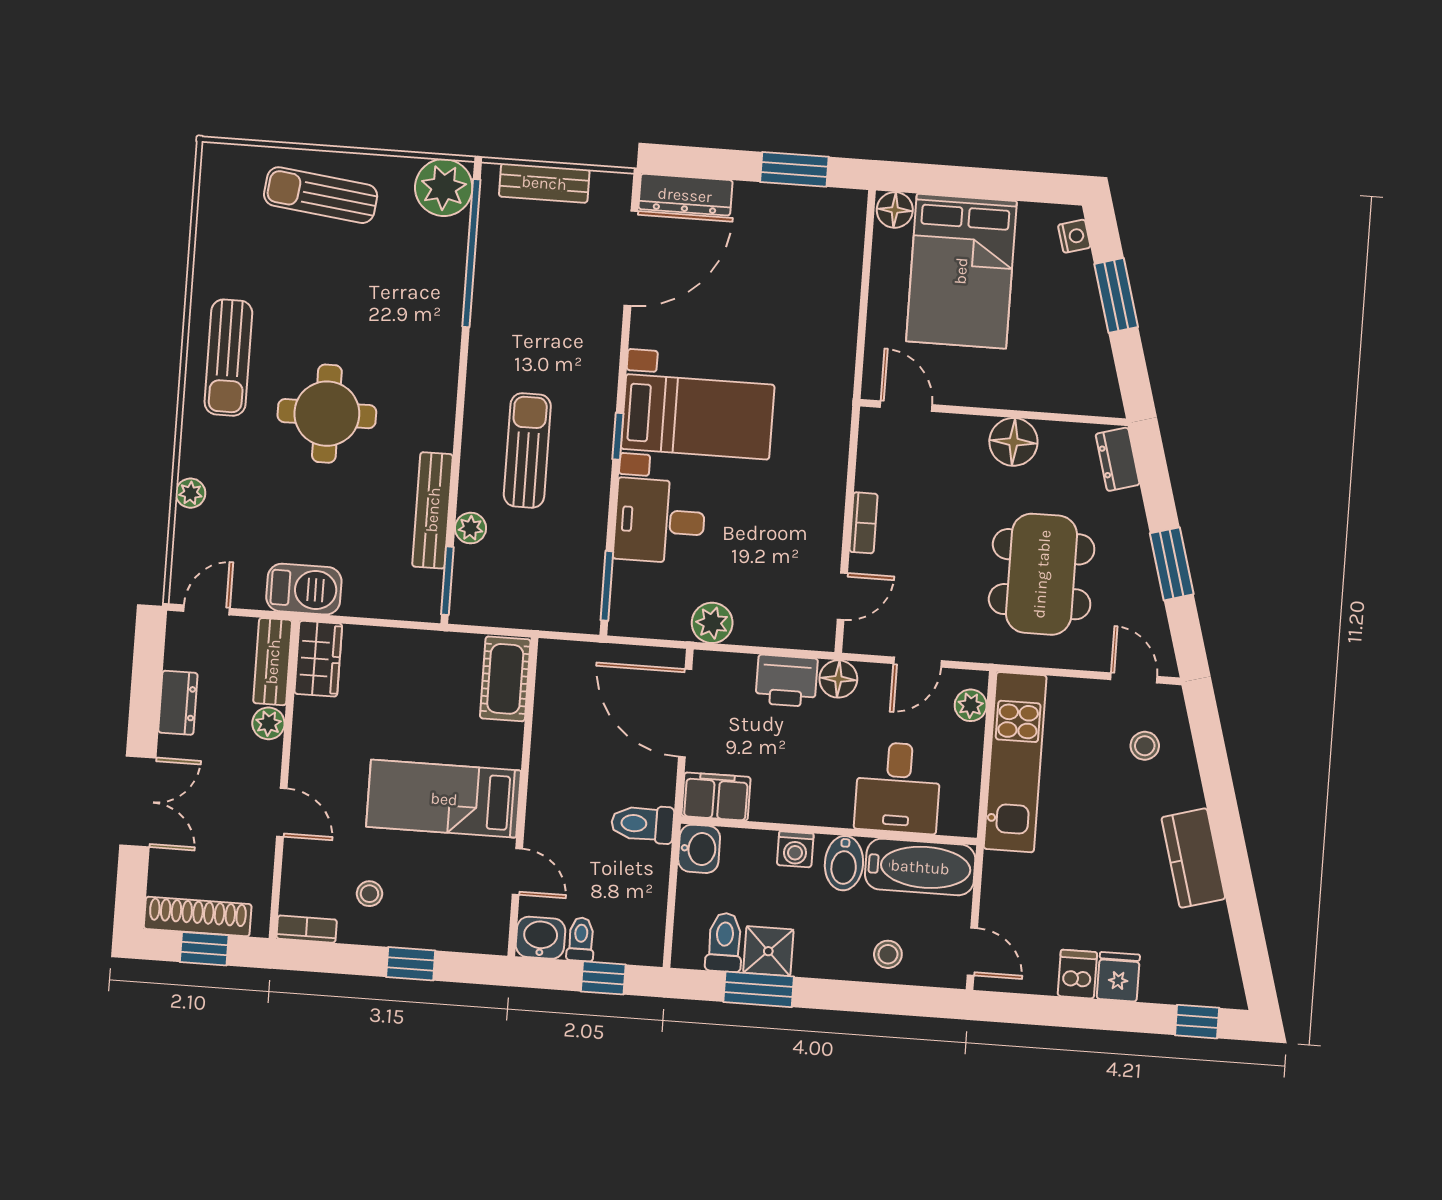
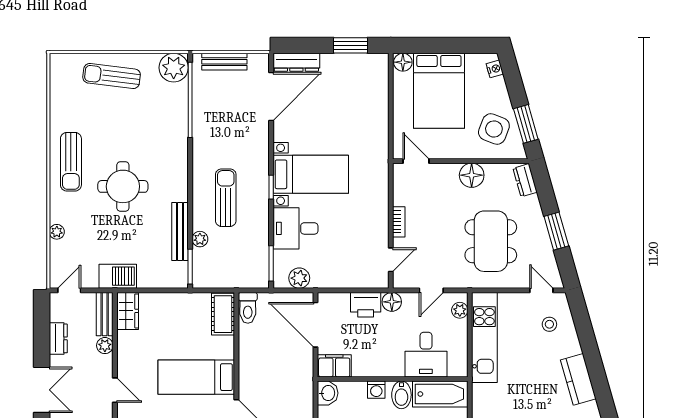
window: (1116, 295) -> (526, 124), moved
side table: (1064, 354) -> (494, 129), added
plant: (712, 623) -> (299, 278), moved
toilet: (642, 824) -> (248, 308), moved, turned -90

